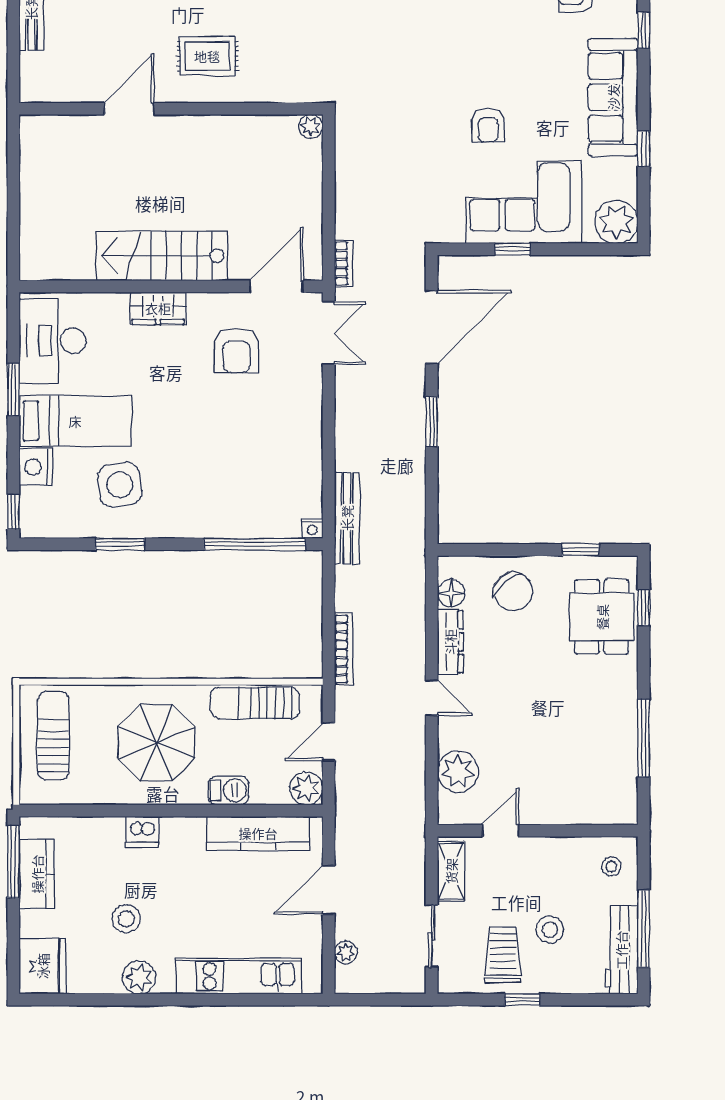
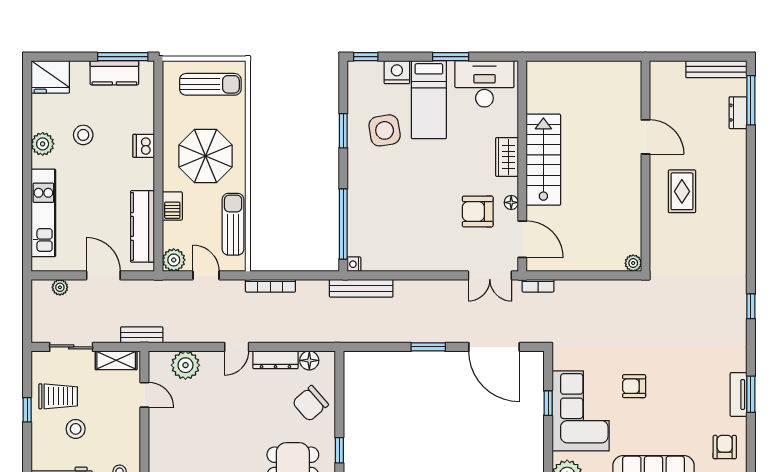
floor lamp: (224, 302) -> (511, 202), added
bench: (414, 835) -> (142, 335), added

